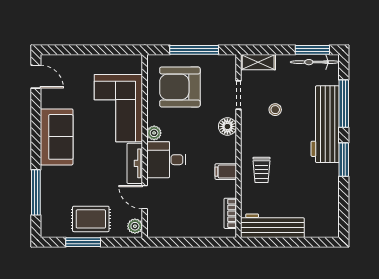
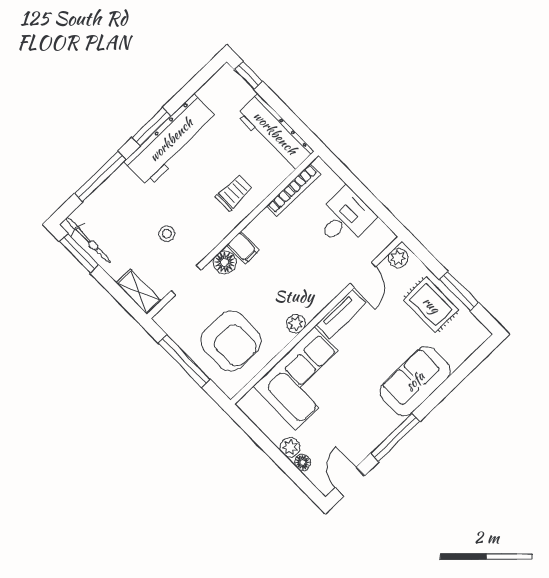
floor lamp: (73, 61) -> (303, 462), added
plant: (88, 62) -> (290, 447), added
workbench: (325, 124) -> (171, 140), moved
sofa: (57, 137) -> (415, 381), moved
desk: (166, 160) -> (345, 218), moved, turned -90
filing cabinet: (226, 172) -> (243, 248), moved
window: (36, 192) -> (395, 437), moved
bookcase: (230, 213) -> (294, 190), width x1.56
window: (319, 242) -> (248, 75), added

